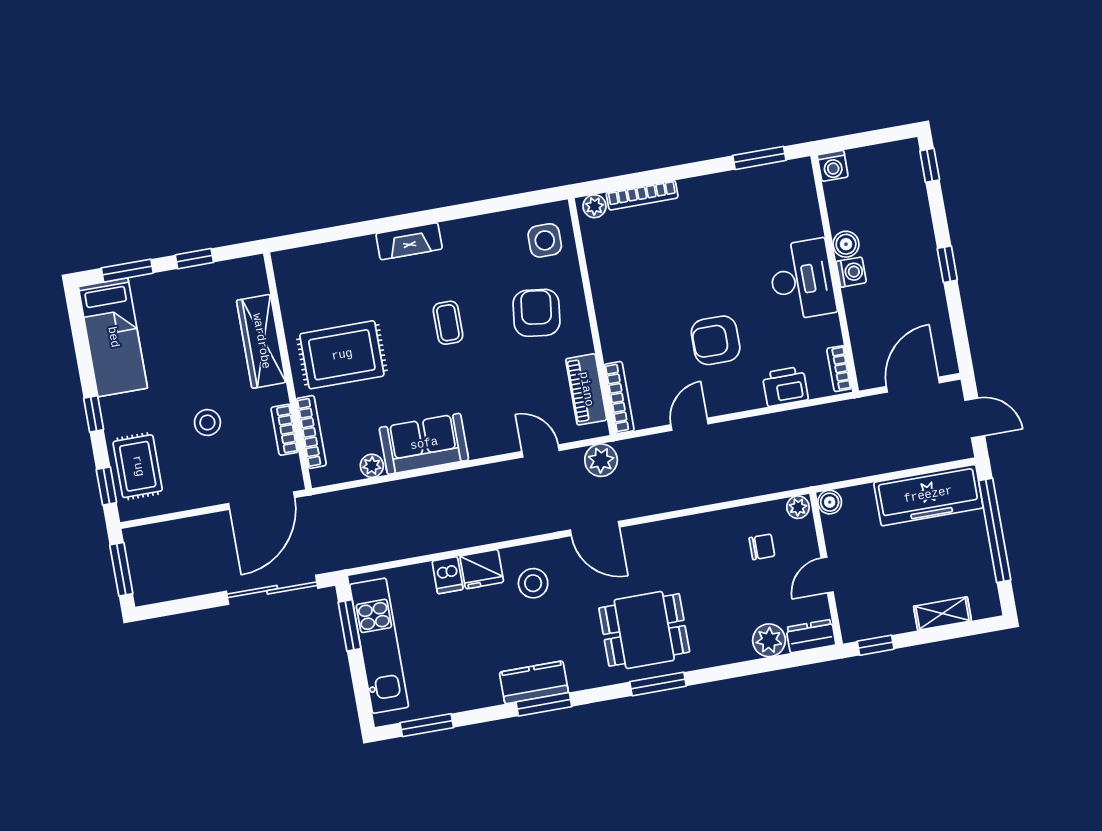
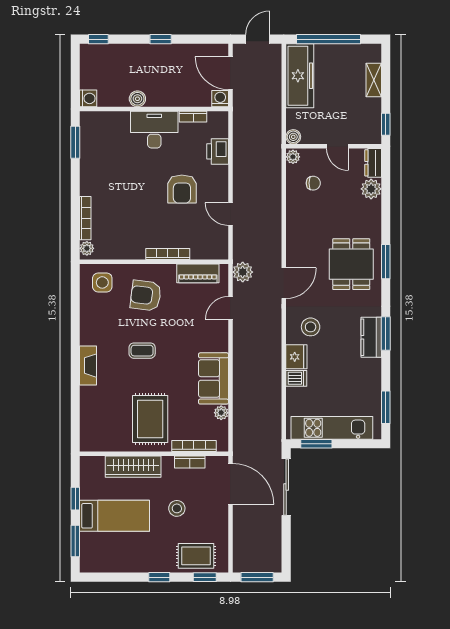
washing machine: (851, 272) -> (220, 99), moved
bed: (113, 337) -> (115, 516), moved
bookcase: (839, 369) -> (193, 117), moved
bookcase: (619, 398) -> (168, 254), moved
chair: (762, 547) -> (313, 183), turned 90

